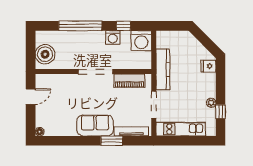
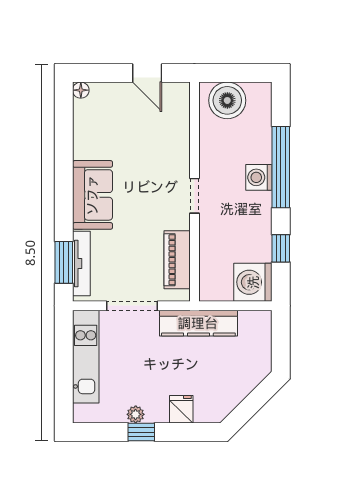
washing machine: (113, 37) -> (259, 177), moved
fridge: (208, 66) -> (181, 409), moved
doorway: (96, 72) -> (194, 196), width x0.53
window: (220, 112) -> (141, 432), moved
window: (112, 141) -> (64, 262), moved

